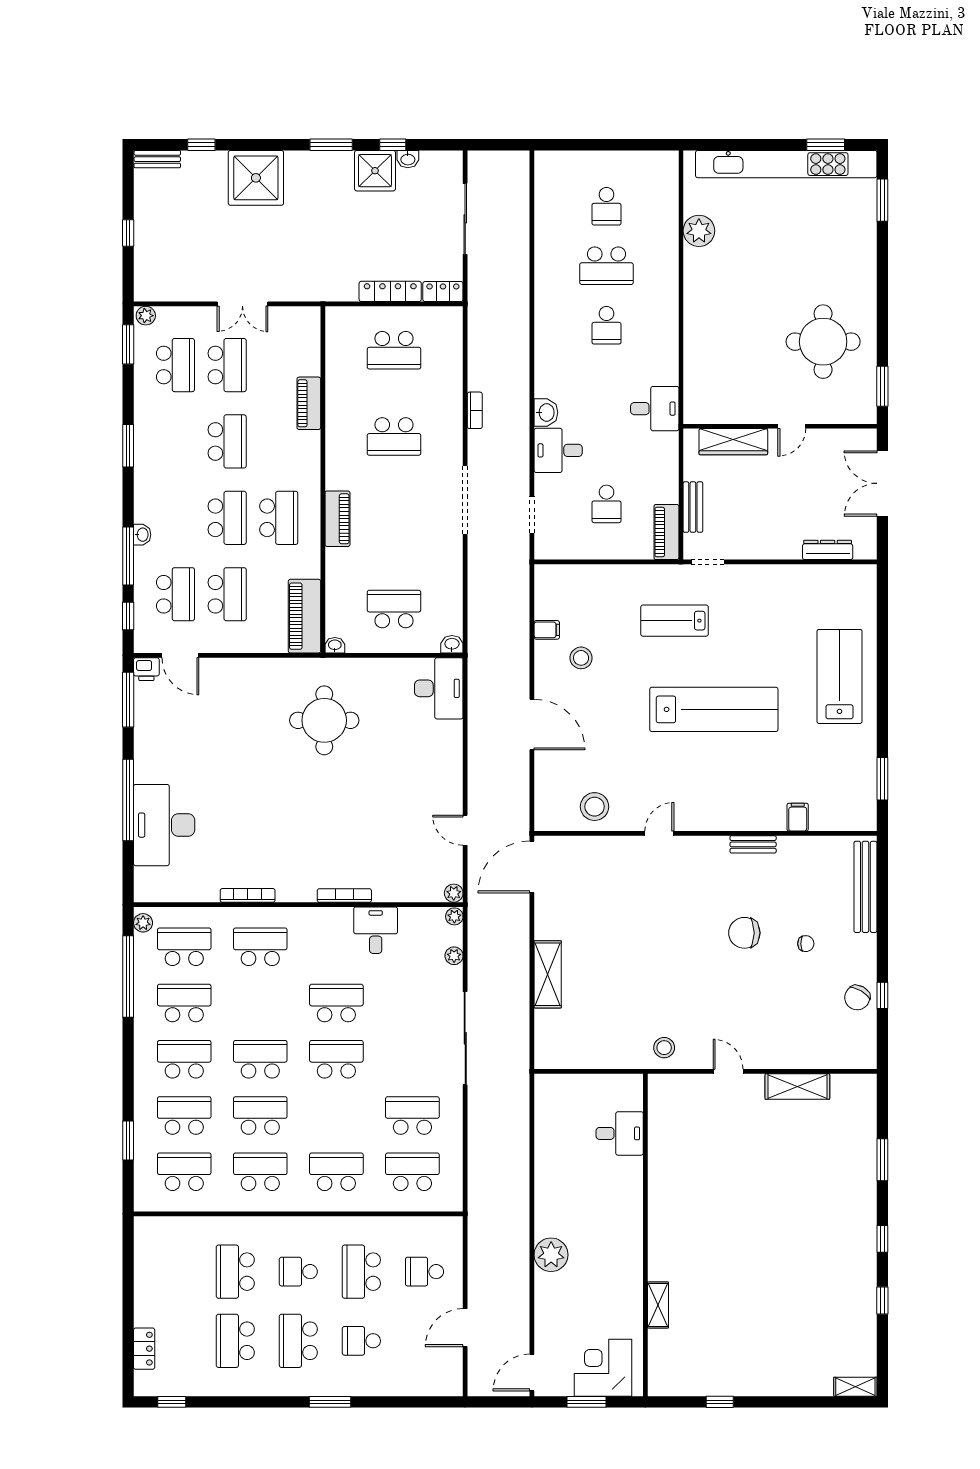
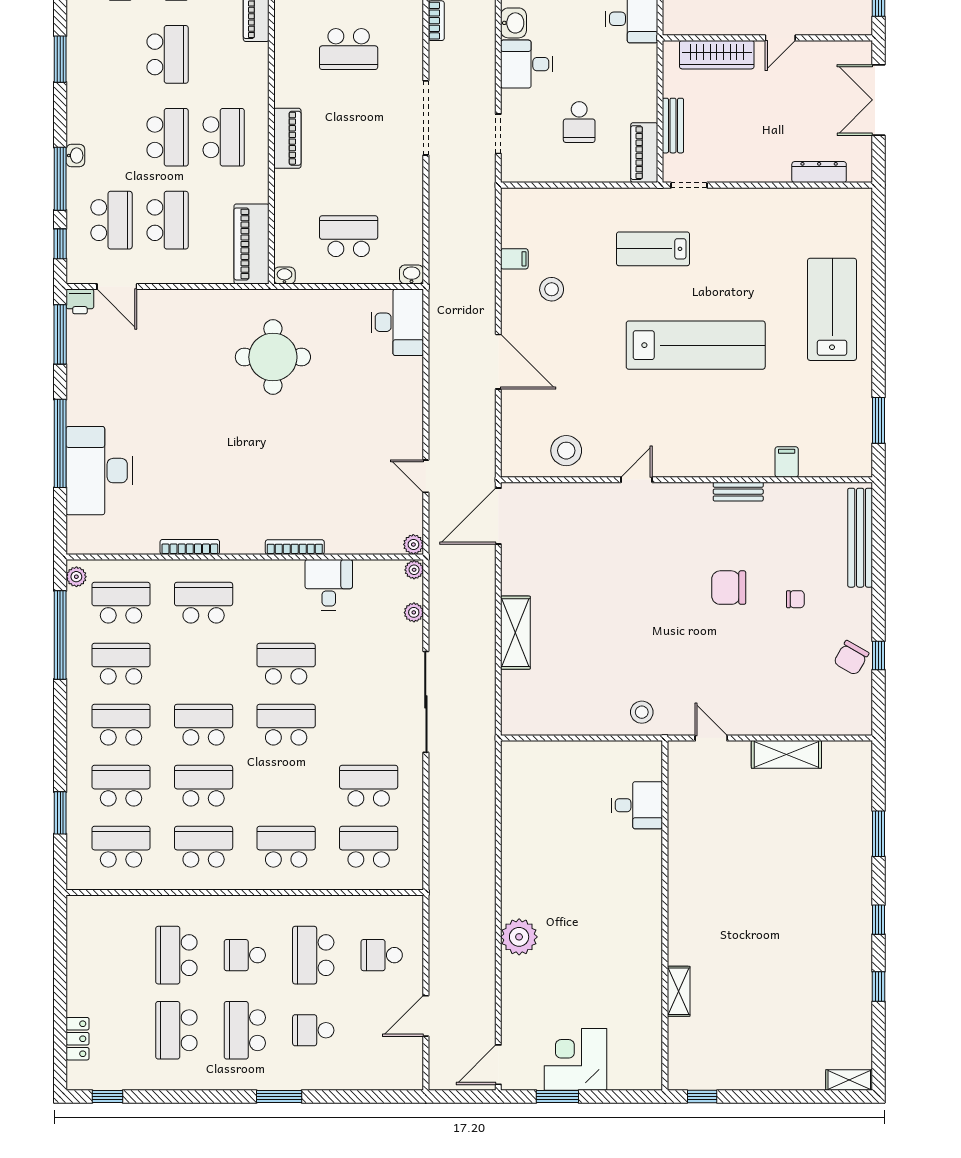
desk: (620, 1133) -> (637, 805), moved
wall: (645, 1235) -> (665, 915), moved
shelving: (658, 1305) -> (679, 991), moved

